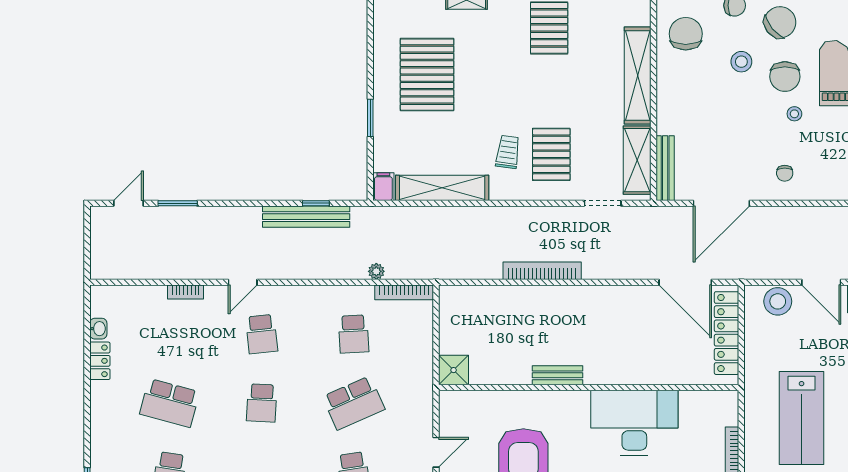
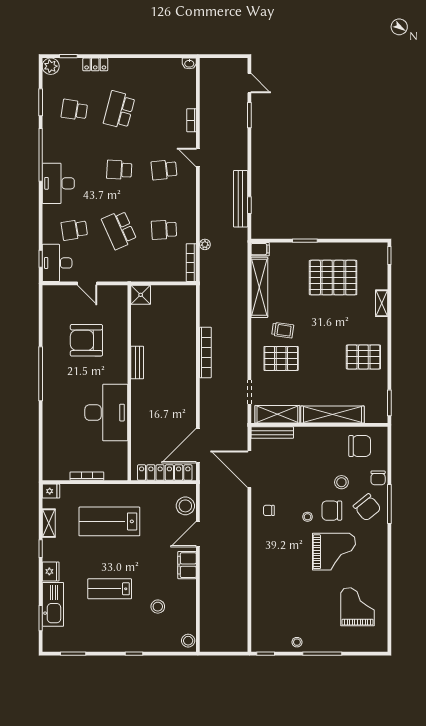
washbasin: (98, 329) -> (189, 63), moved
locker: (100, 361) -> (95, 64), moved

